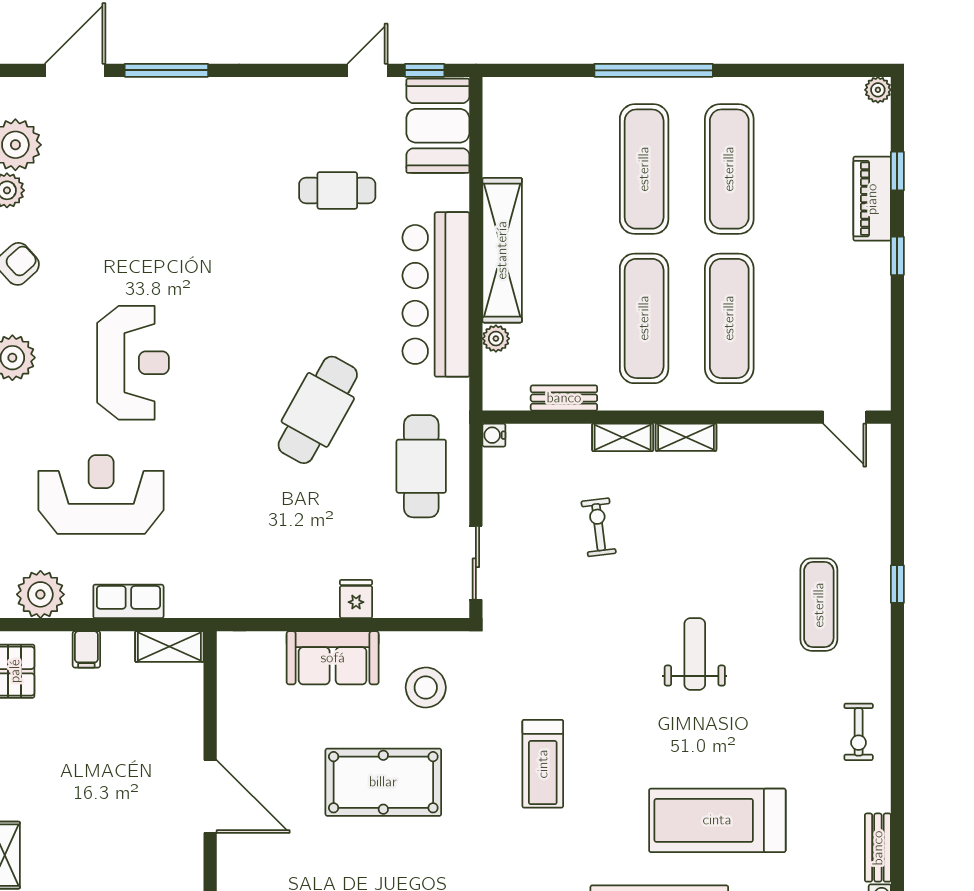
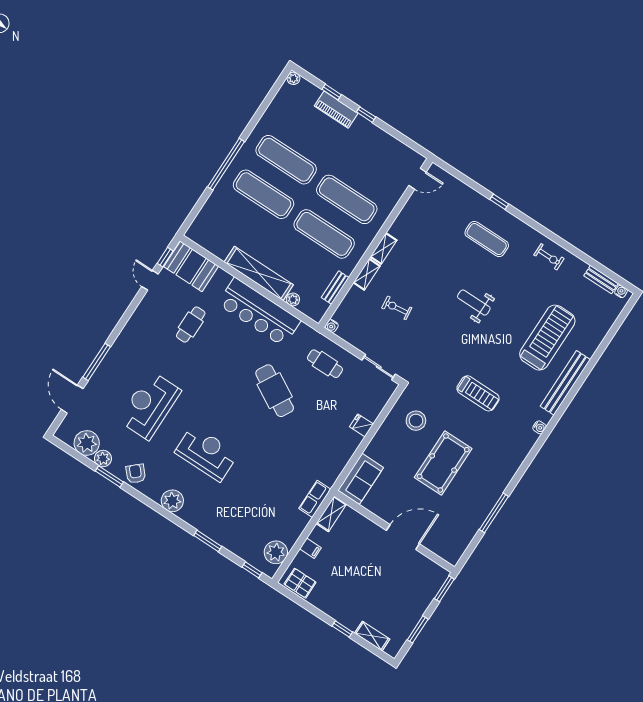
cafe table: (421, 466) -> (325, 364), width x0.73, depth x0.74
reception desk: (101, 494) -> (150, 405), moved
row of seats: (128, 601) -> (315, 499), moved
sofa: (333, 658) -> (361, 479), moved
treadmill: (717, 820) -> (547, 338), turned 180

